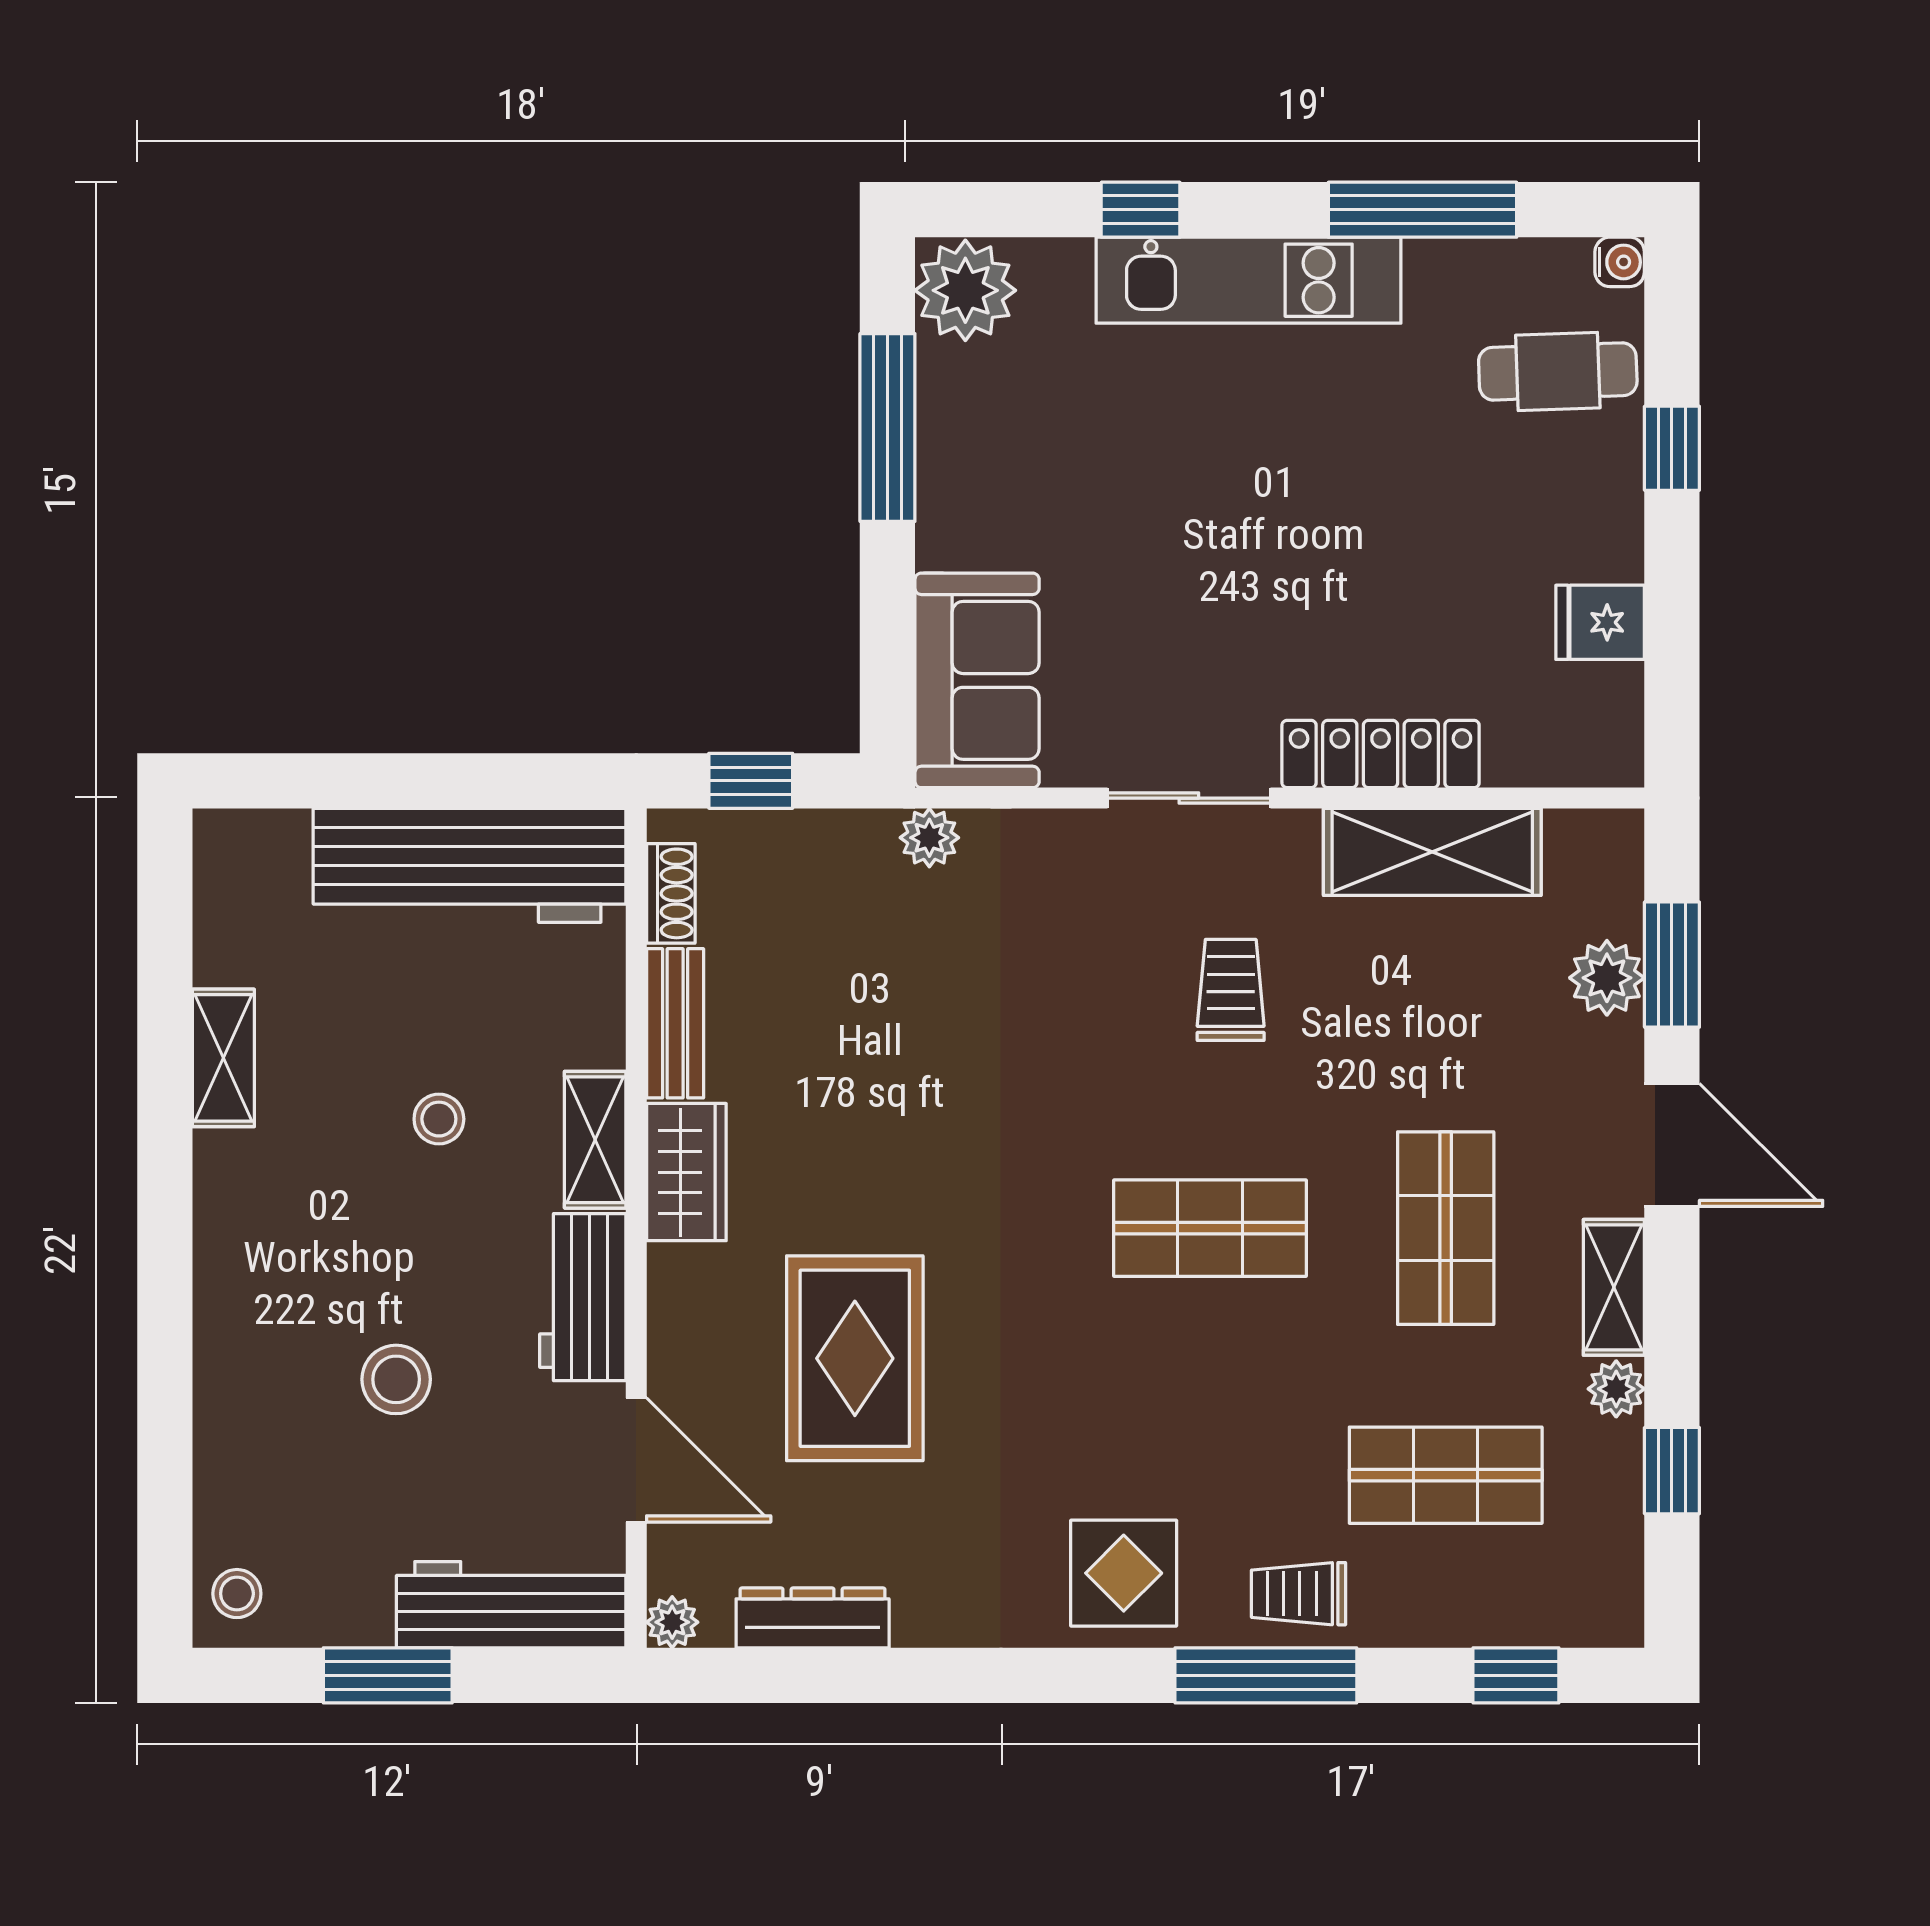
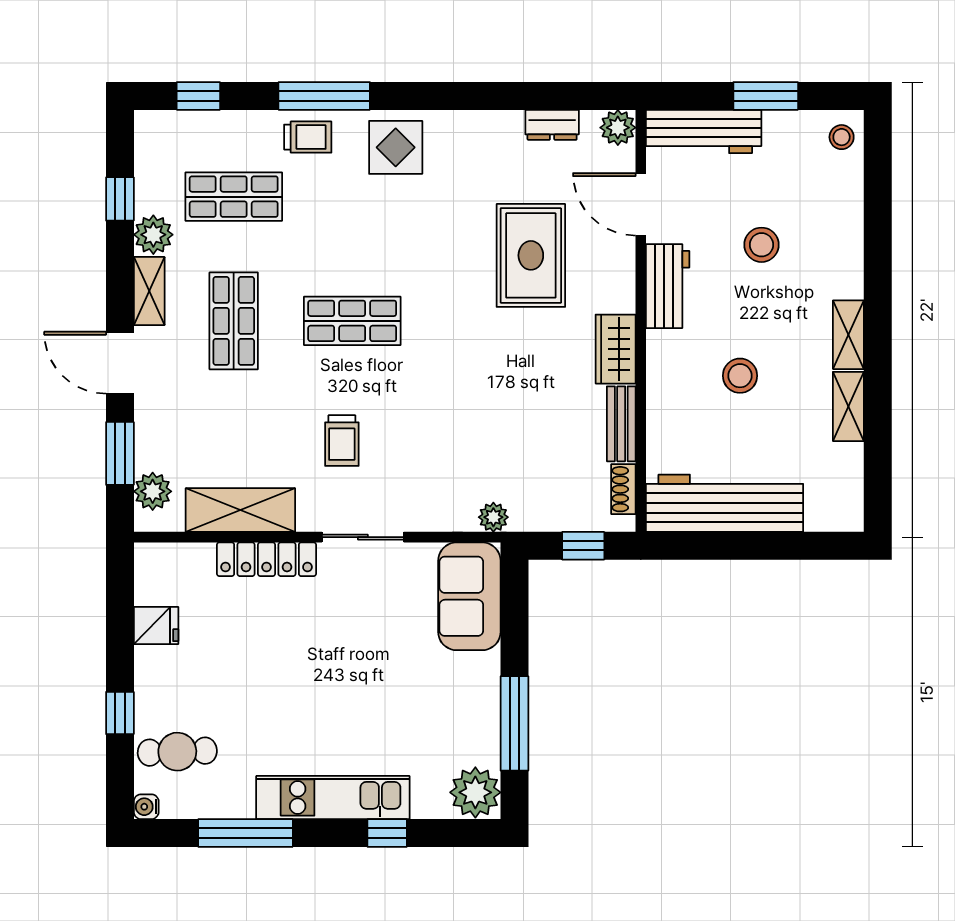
plant: (1607, 978) -> (153, 491), moved
stool: (439, 1119) -> (740, 376), width x1.37, depth x1.37
shelving: (595, 1140) -> (848, 335), moved
plant: (1616, 1389) -> (153, 235), width x1.38, depth x1.38
dresser: (813, 1618) -> (552, 125), width x0.70
plant: (672, 1622) -> (618, 128), width x1.38, depth x1.38

